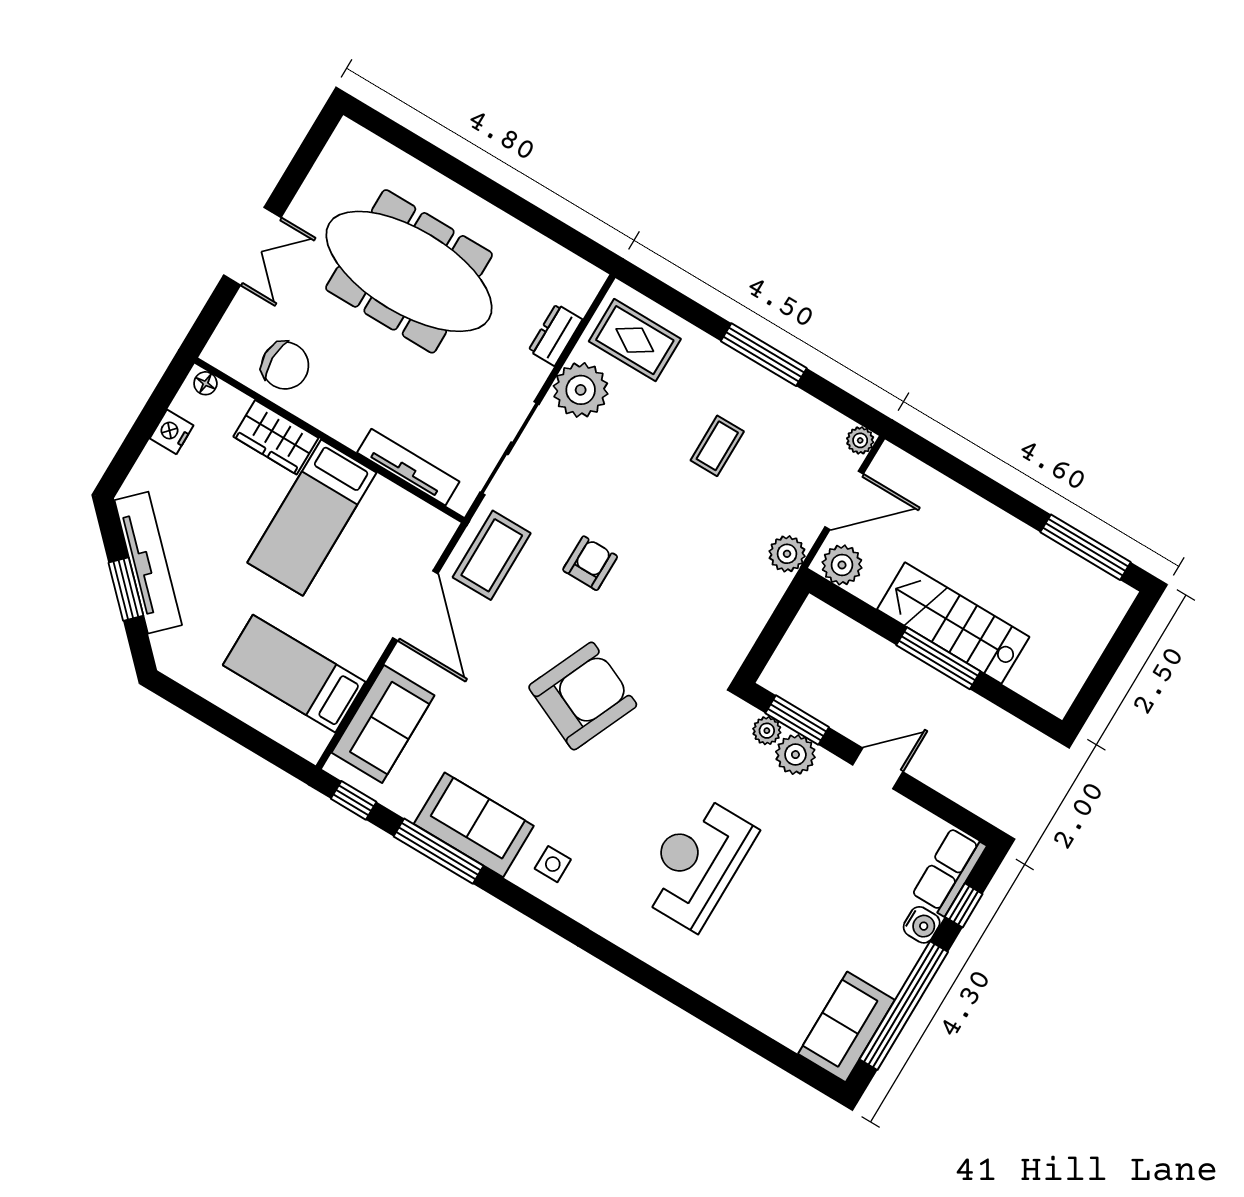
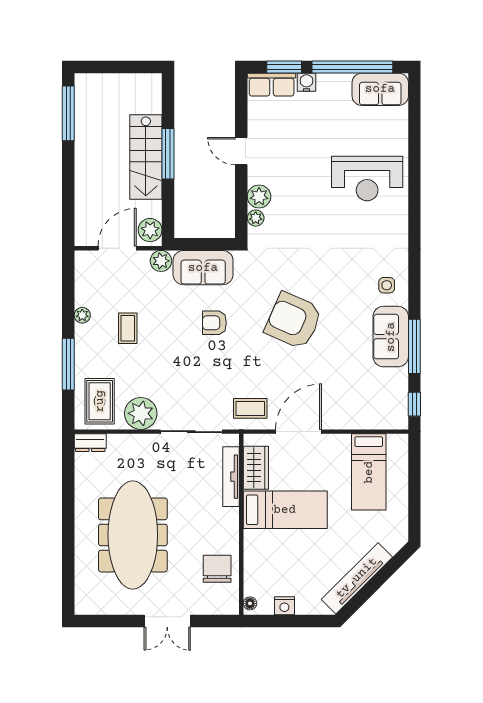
double door: (252, 246) -> (167, 621), swing flipped
dresser: (555, 335) -> (90, 443), moved
window: (764, 355) -> (68, 364), moved
wardrobe: (276, 437) -> (256, 468), moved
plant: (860, 440) -> (82, 315), moved
coffee table: (717, 446) -> (128, 328), turned 90
door: (844, 500) -> (117, 248), hinge flipped
coffee table: (492, 555) -> (250, 408), width x0.73, depth x0.77
armchair: (590, 563) -> (214, 323), moved
window: (126, 589) -> (377, 582), removed
window: (797, 720) -> (241, 206), removed
sofa: (383, 724) -> (203, 268), moved, turned 180
reception desk: (697, 863) -> (367, 179), moved
window: (964, 905) -> (284, 67), width x1.50

